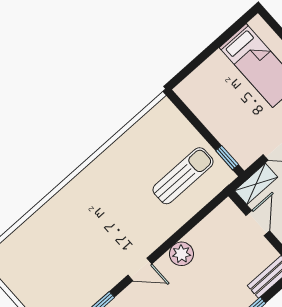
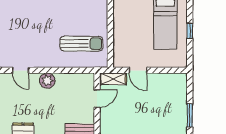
window: (227, 158) -> (110, 54), removed

